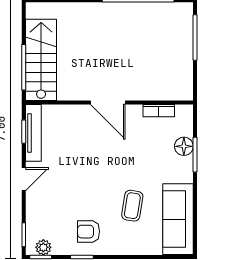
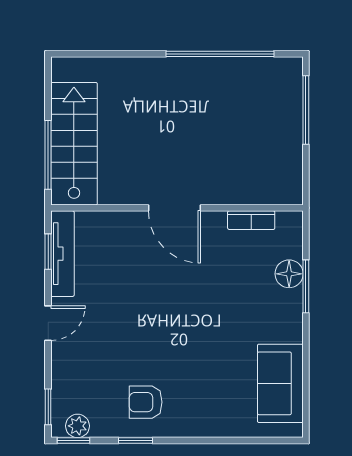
coffee table: (132, 206) -> (211, 363), removed
sofa: (178, 219) -> (280, 383), width x0.73

